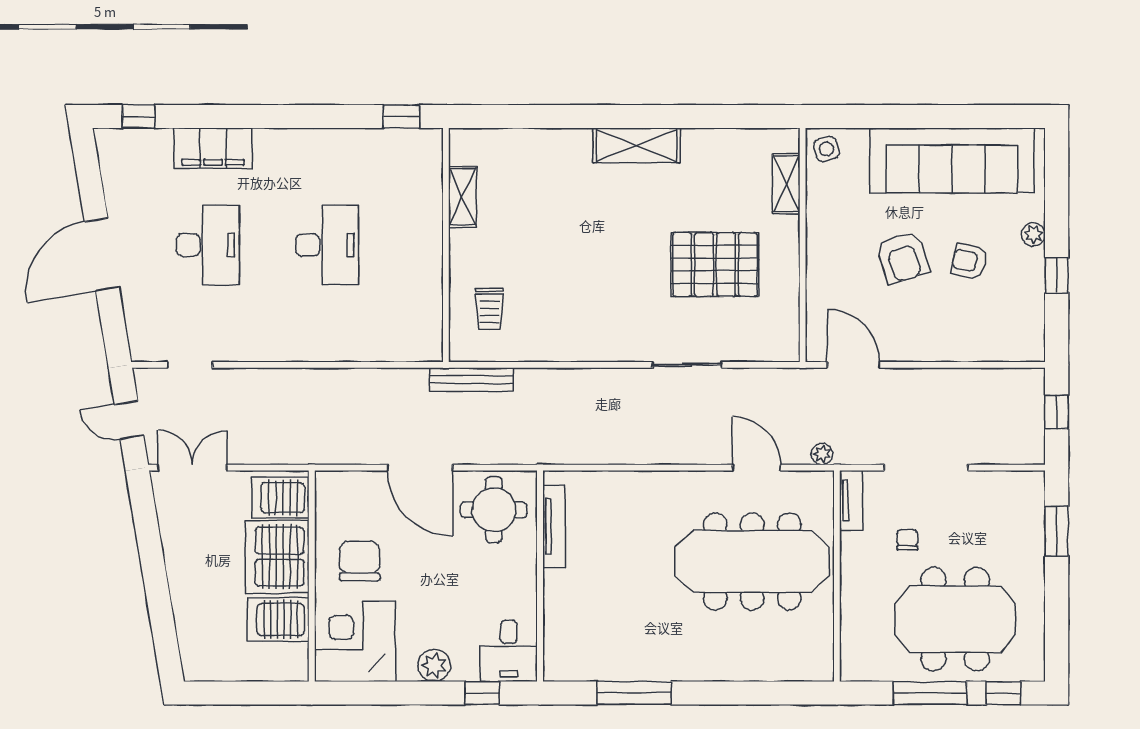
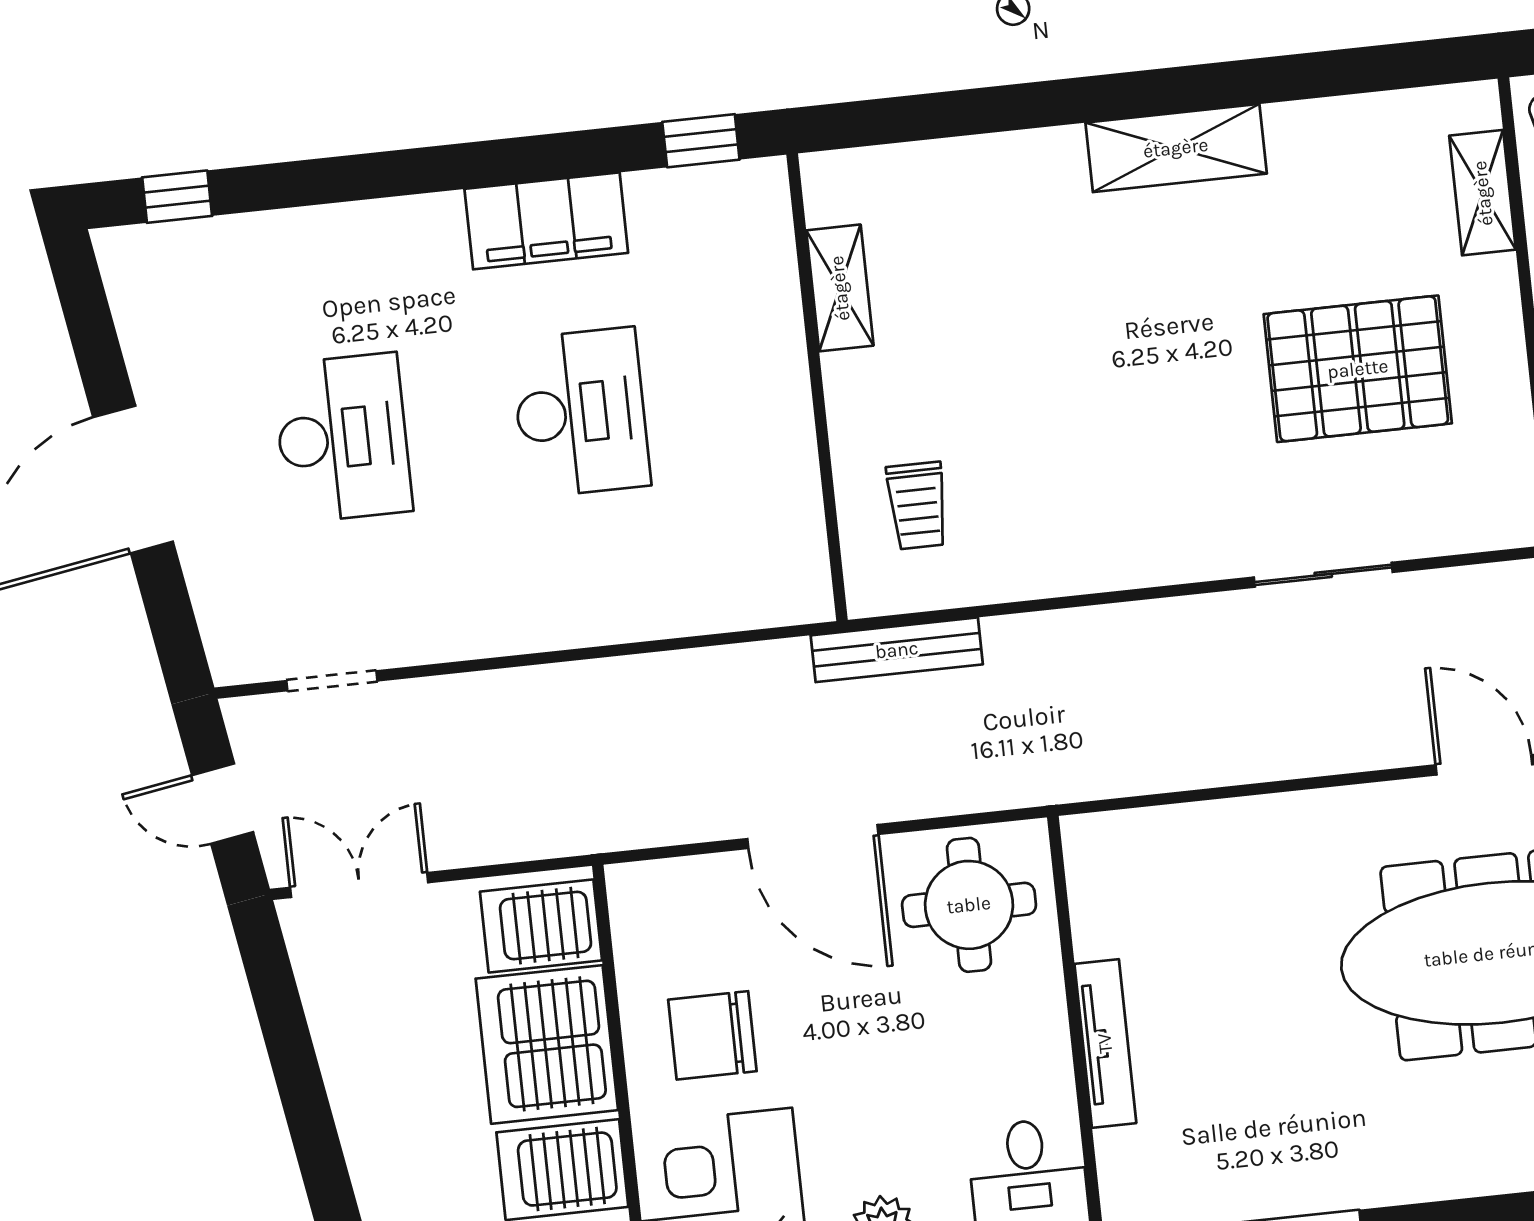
filing cabinet: (213, 148) -> (546, 221), moved
tv unit: (554, 526) -> (1105, 1043), moved
chair: (360, 561) -> (712, 1035), turned -90

